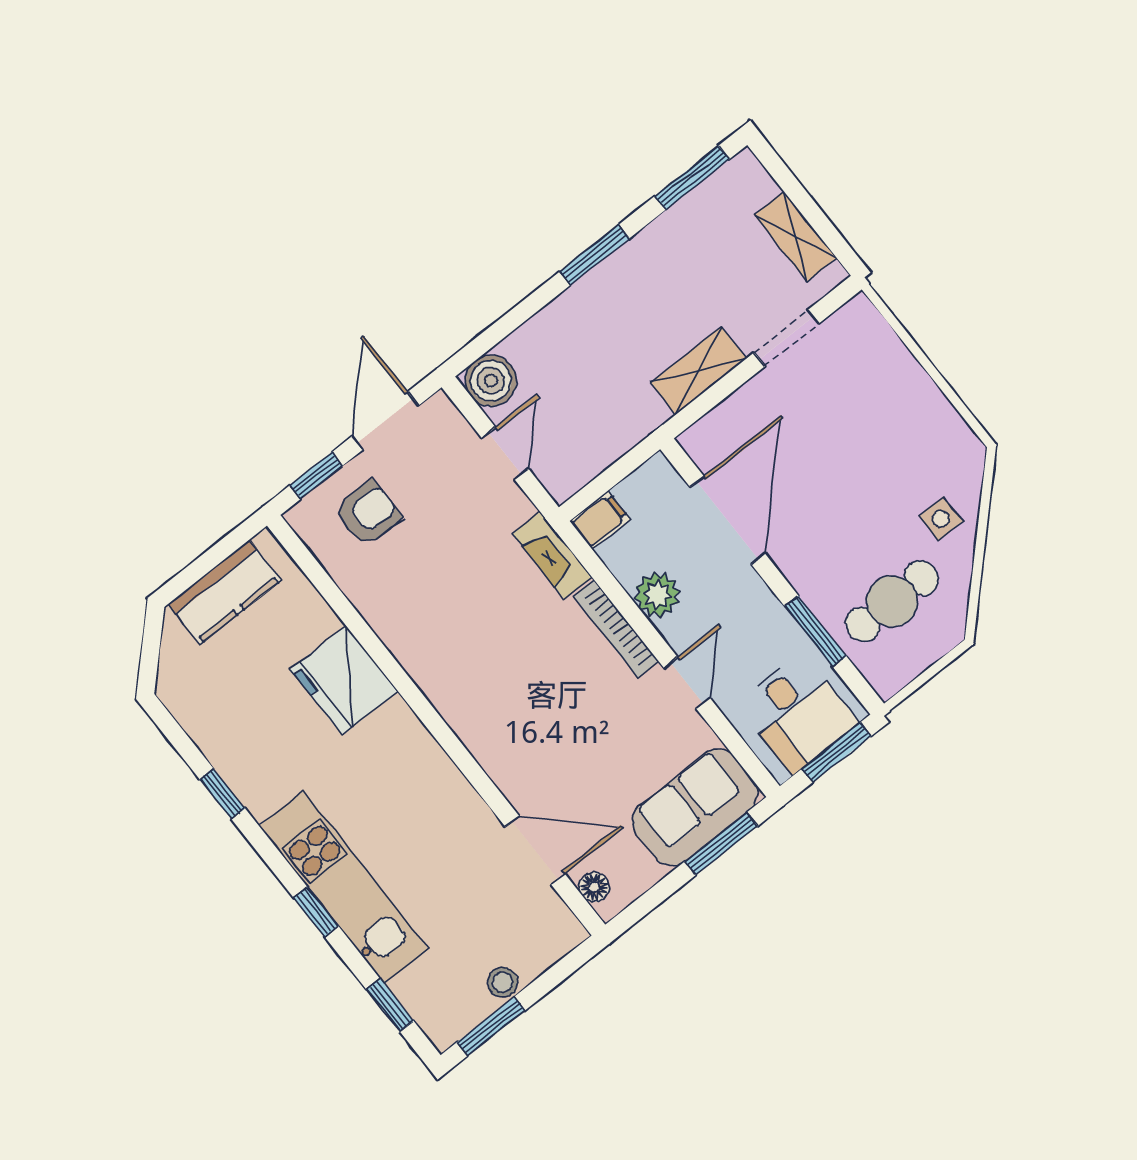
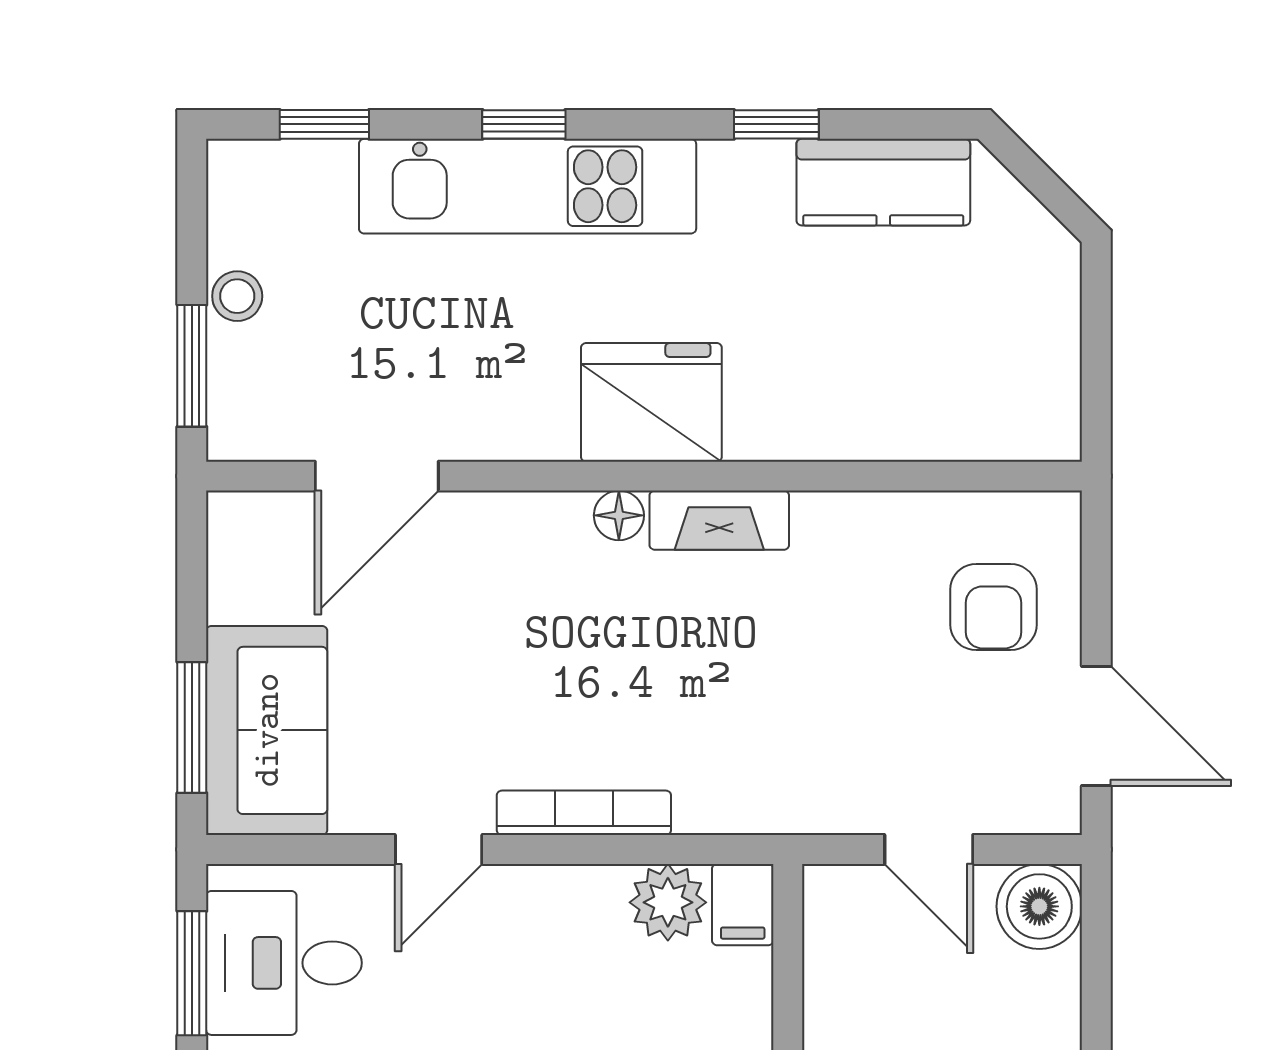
window: (316, 475) -> (1096, 579), removed
fireplace: (552, 555) -> (719, 520), moved, turned 180
kitchen counter: (225, 592) -> (883, 182), moved, turned -90
plant: (657, 595) -> (668, 902), moved
fridge: (344, 680) -> (651, 402), moved
door: (687, 683) -> (439, 849), hinge flipped
floor lamp: (594, 887) -> (619, 515), moved
window: (491, 1026) -> (192, 366), moved

